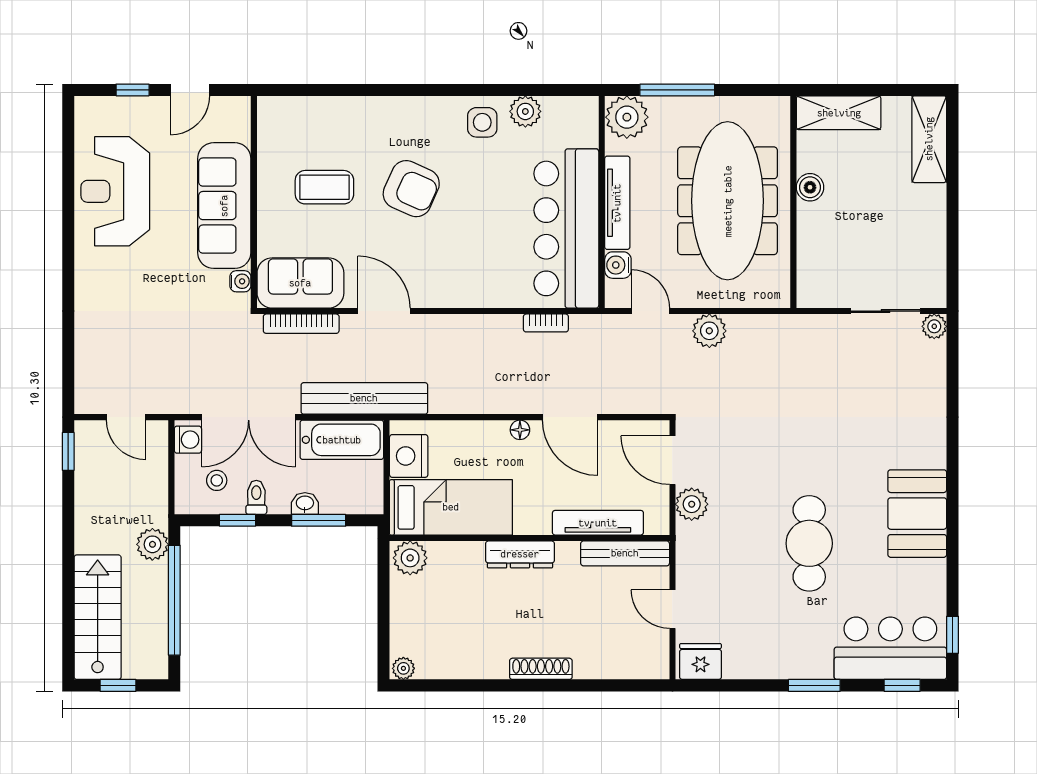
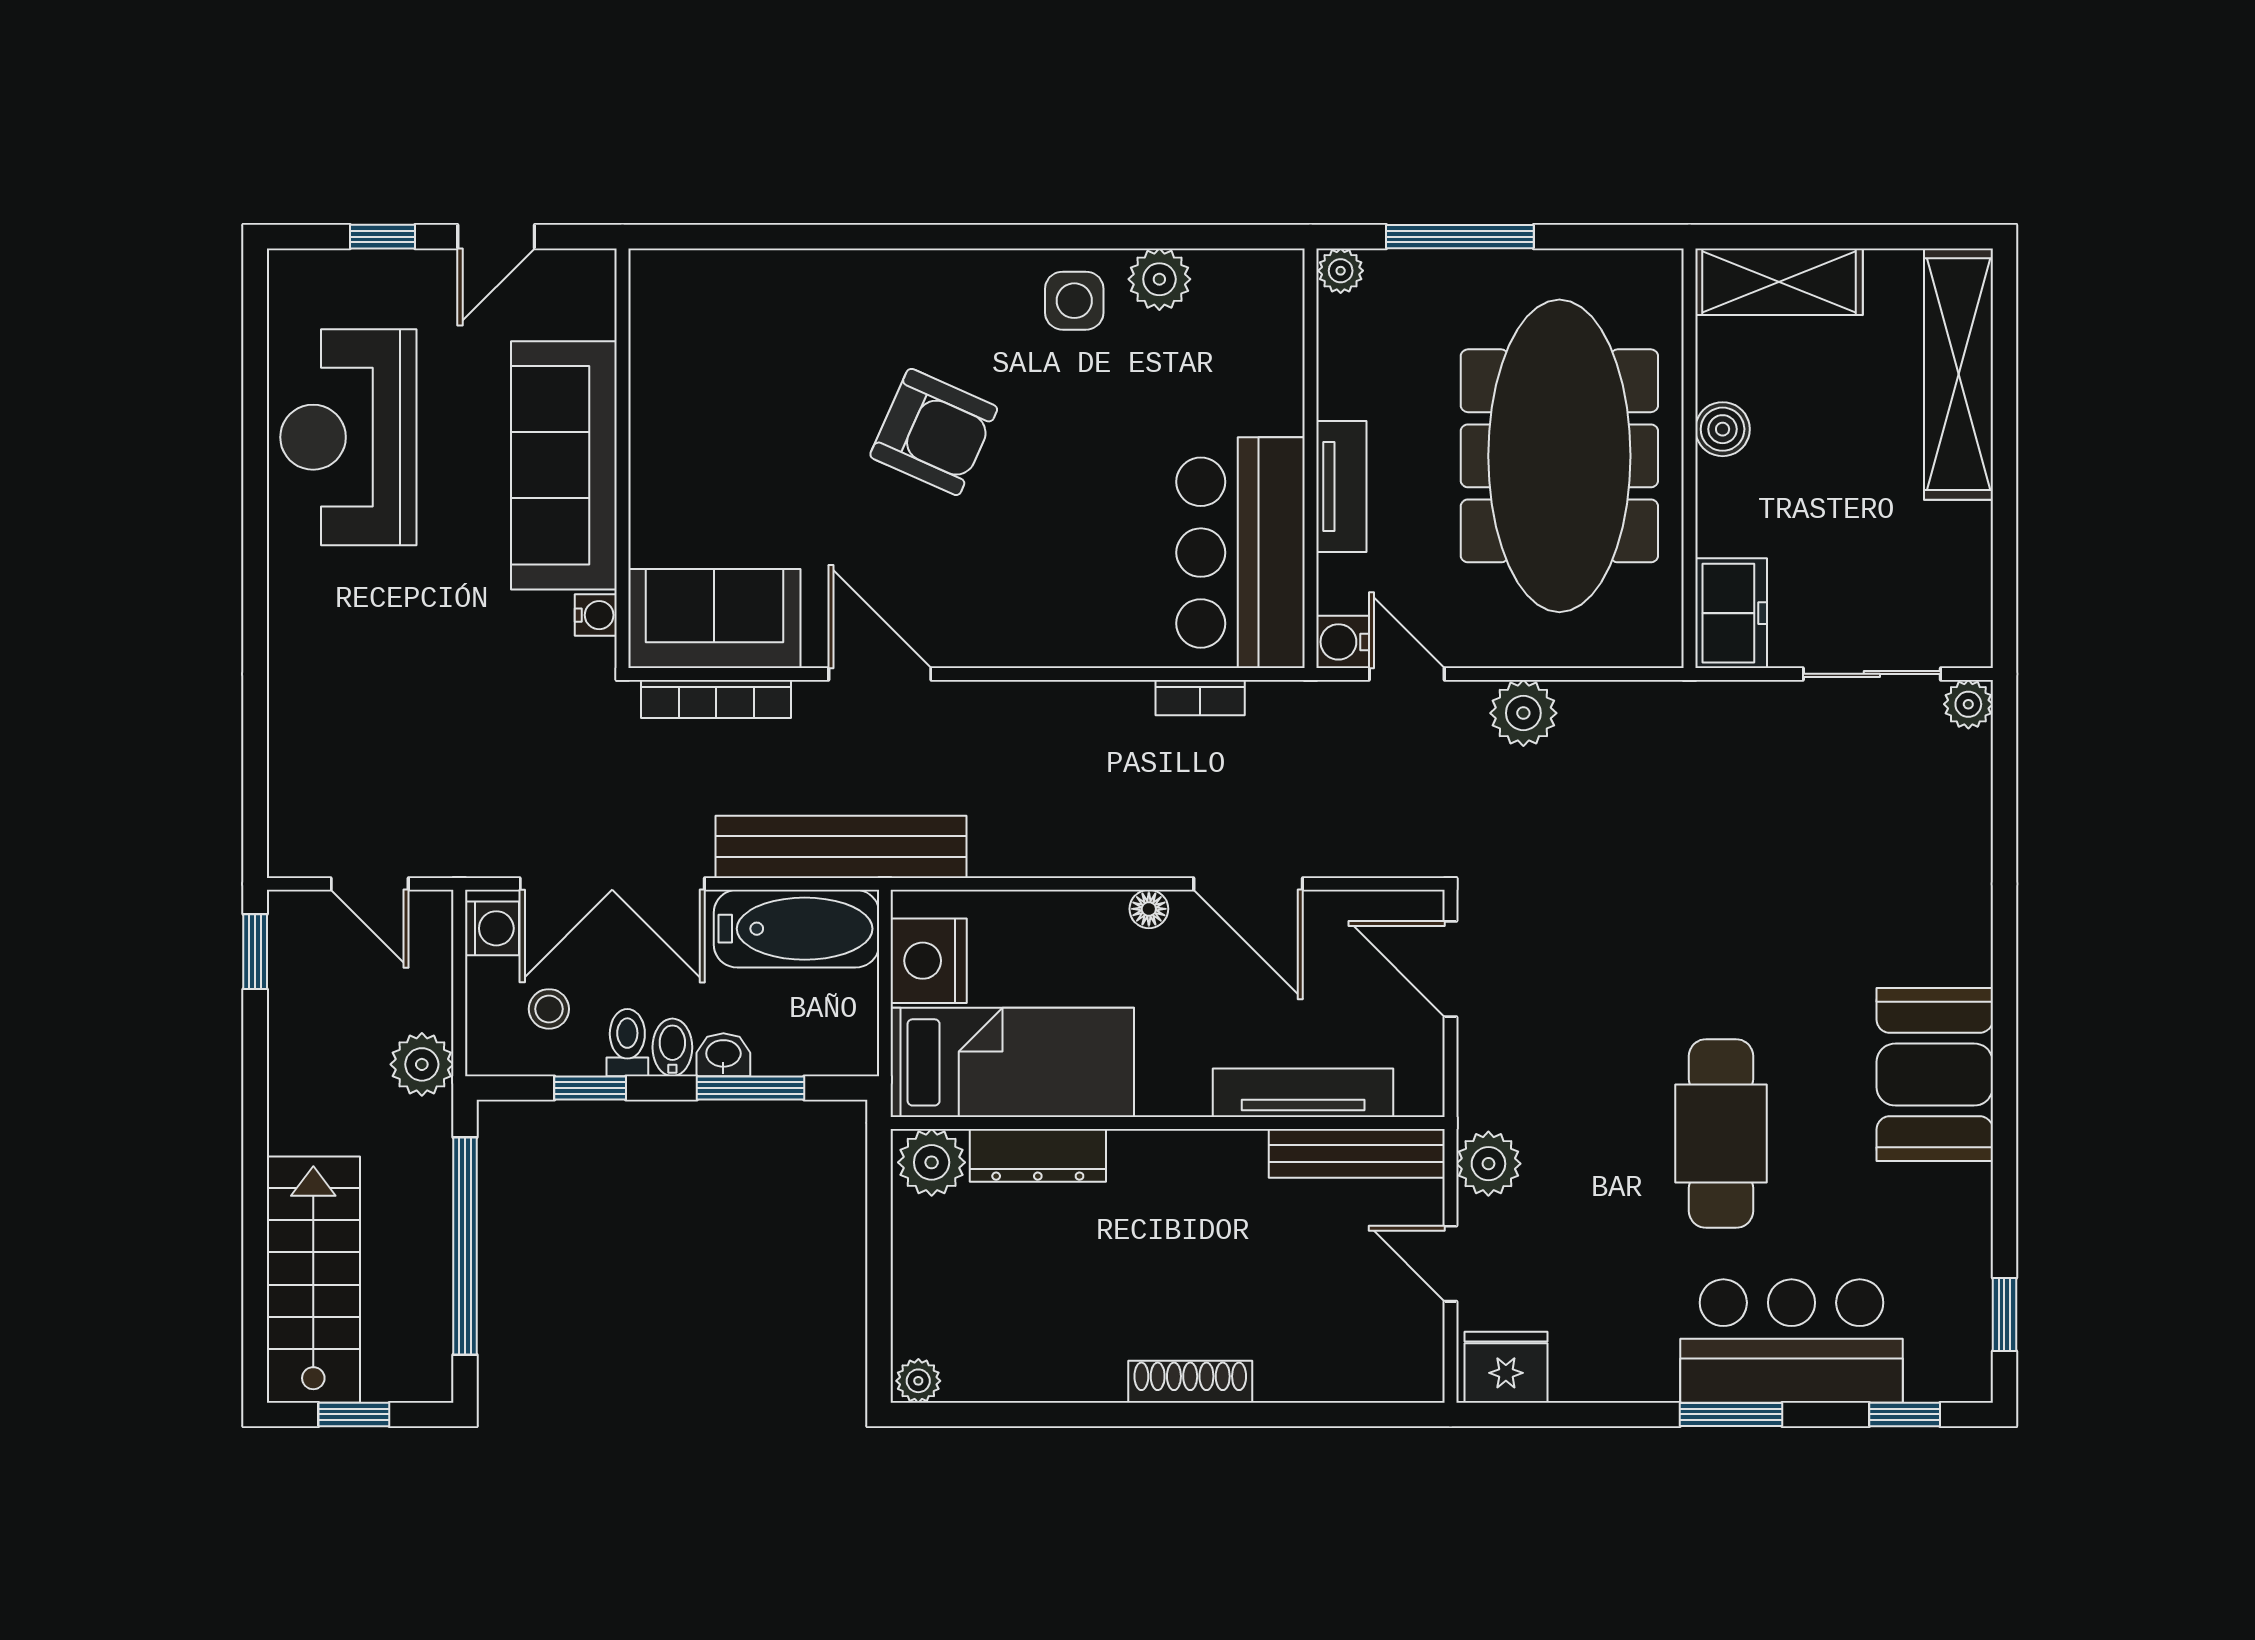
plant: (627, 117) -> (1341, 271), width x0.53, depth x0.53
shelving: (929, 139) -> (1958, 374), width x1.47
coffee table: (324, 187) -> (762, 429), removed
tv unit: (617, 203) -> (1341, 487), width x0.71
bar counter: (566, 228) -> (1241, 553), width x0.73
water cooler: (618, 265) -> (1343, 642), moved
freezer: (814, 280) -> (1731, 613), added
bidet: (279, 500) -> (672, 1047), added
plant: (692, 504) -> (1488, 1164), moved
plant: (152, 544) -> (422, 1064), moved
dresser: (520, 554) -> (1038, 1155), moved
bar counter: (890, 648) -> (1791, 1341), moved

